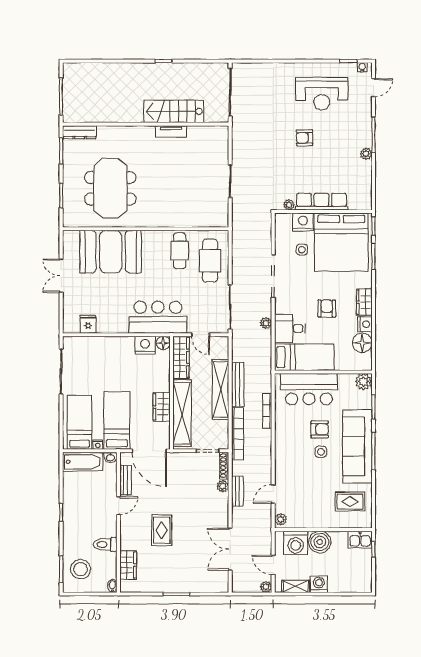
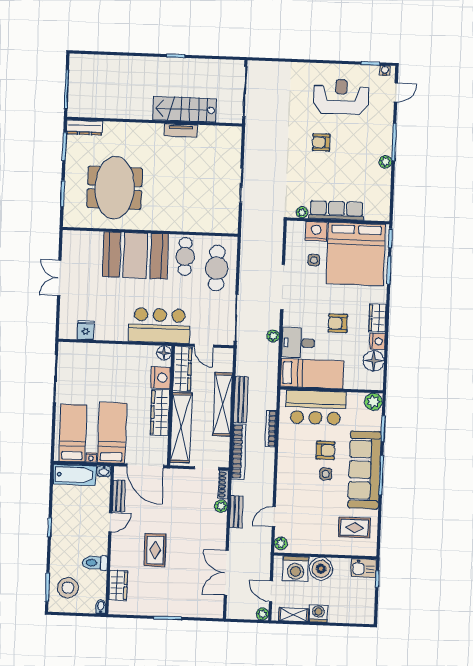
reception desk: (322, 94) -> (341, 97), turned 180
booth: (111, 252) -> (135, 255), moved
armchair: (327, 309) -> (338, 323), turned -90
nightstand: (145, 345) -> (161, 378), moved, turned 90
wardrobe: (162, 407) -> (160, 412), width x1.50

